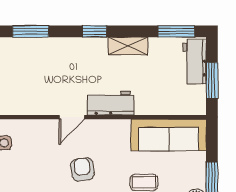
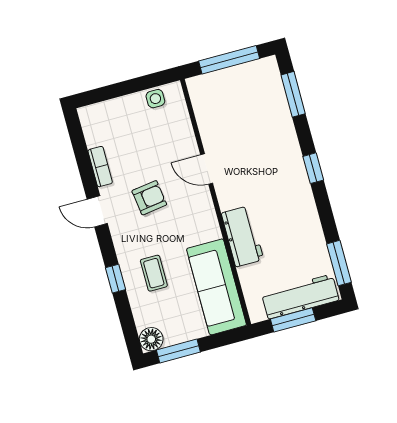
shelving: (128, 46) -> (307, 212), removed
workbench: (195, 61) -> (300, 297), width x1.37
workbench: (111, 103) -> (242, 236), moved

